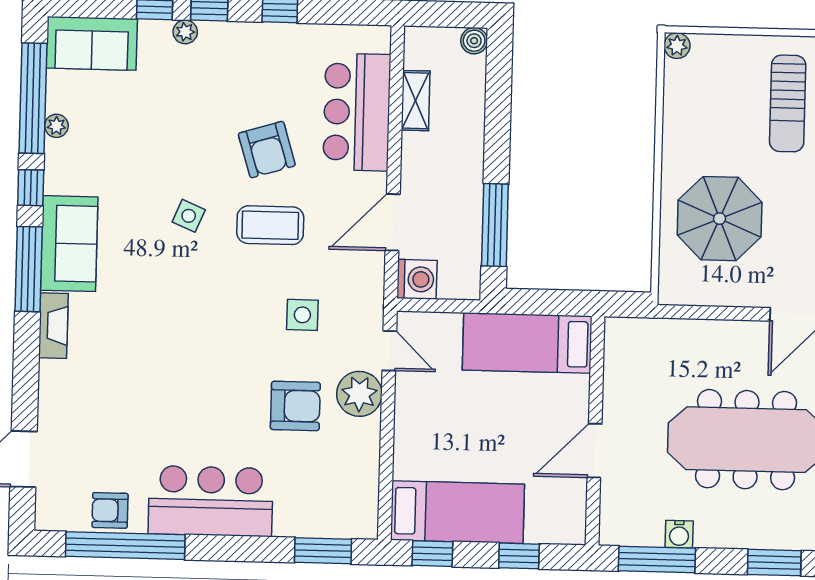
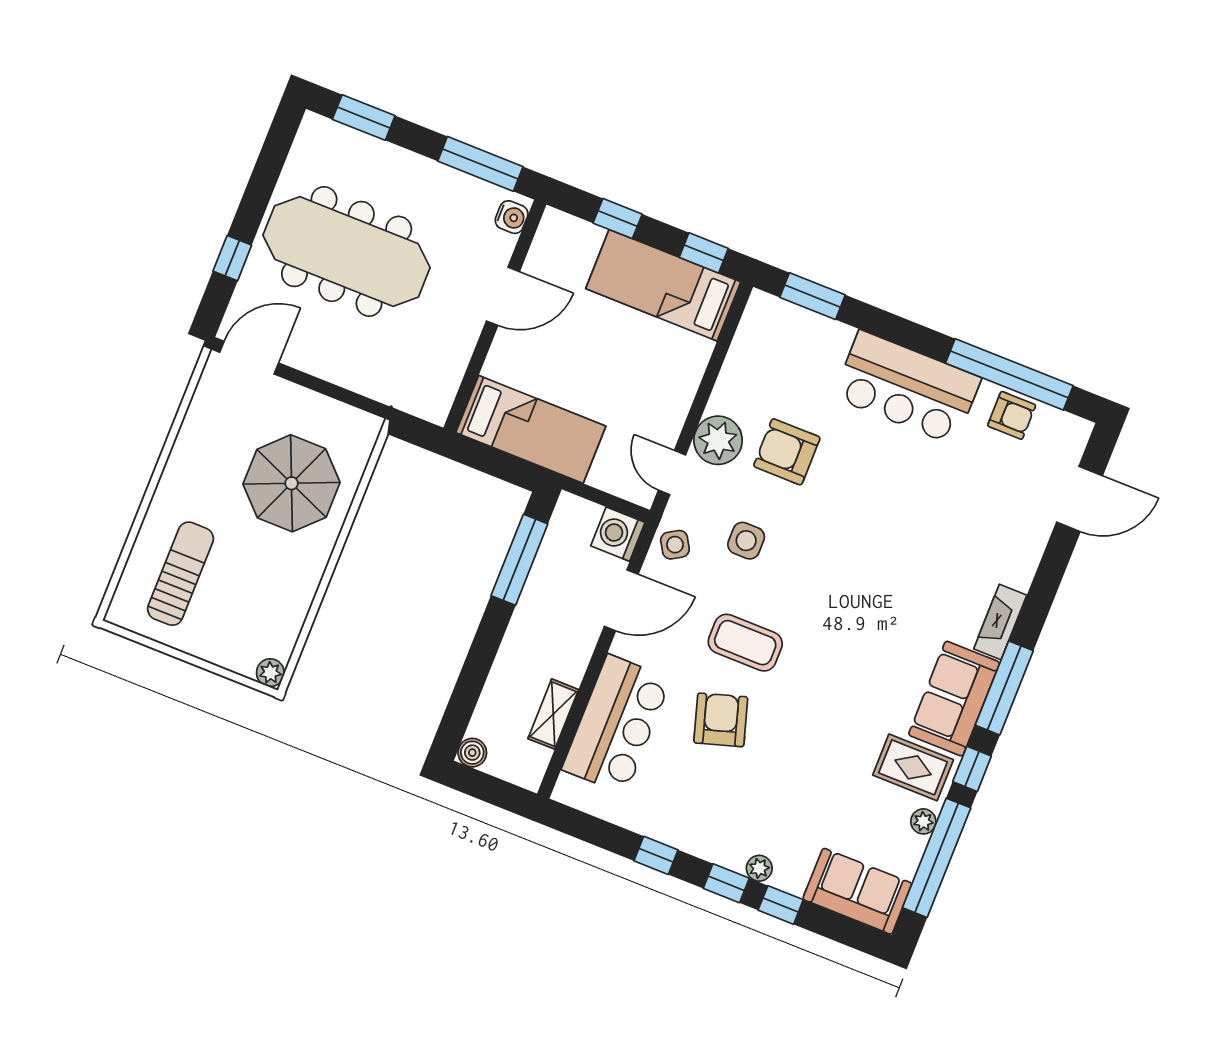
rug: (83, 170) -> (913, 767), added
side table: (189, 216) -> (675, 545), moved, turned 36
water cooler: (679, 534) -> (512, 217), moved, turned 90

